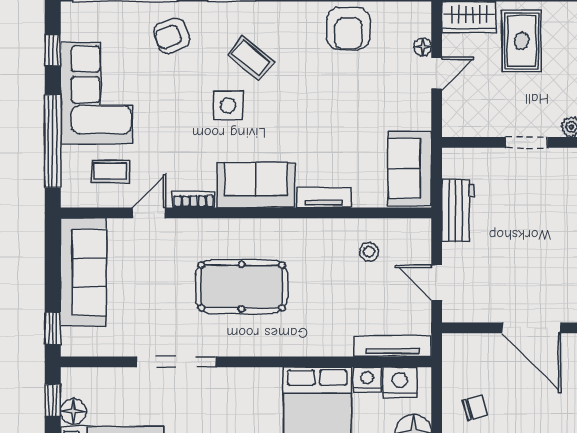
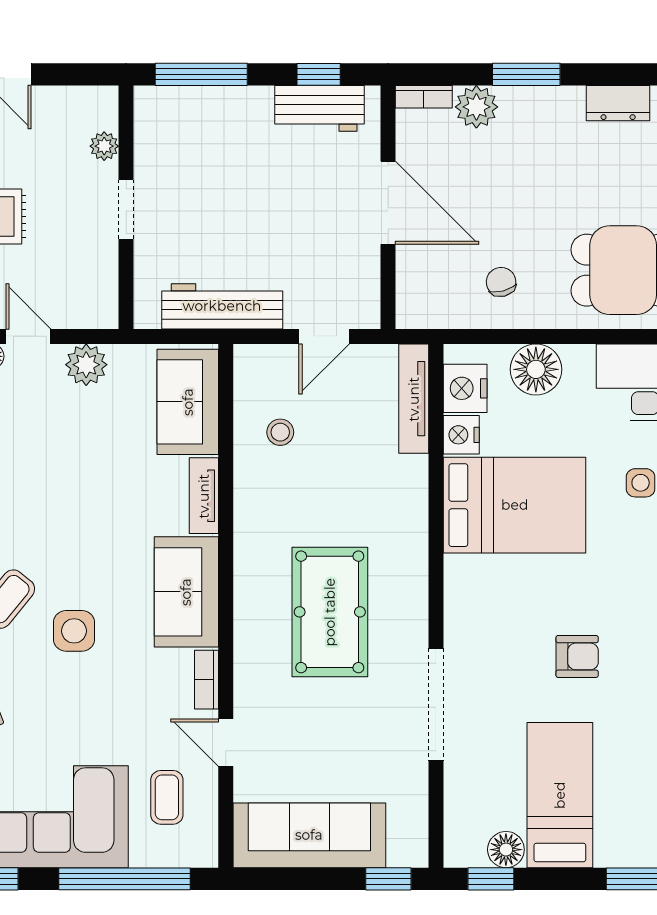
plant: (417, 114) -> (86, 365), added
sofa: (410, 169) -> (188, 402), moved, turned 90
workbench: (458, 210) -> (222, 306), width x1.38
door: (531, 328) -> (388, 203), hinge flipped

